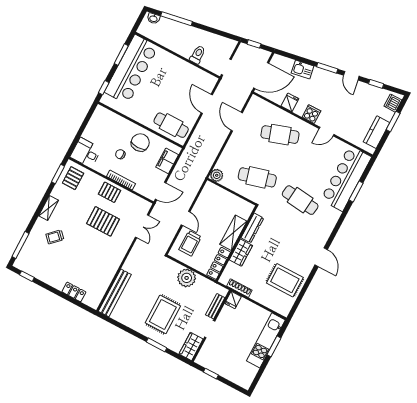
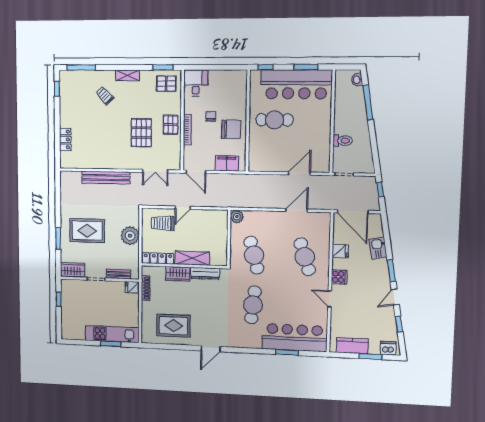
cafe table: (171, 125) -> (275, 120), moved, turned 90
rug: (285, 280) -> (173, 326), turned 90
bench: (115, 293) -> (106, 178), moved

